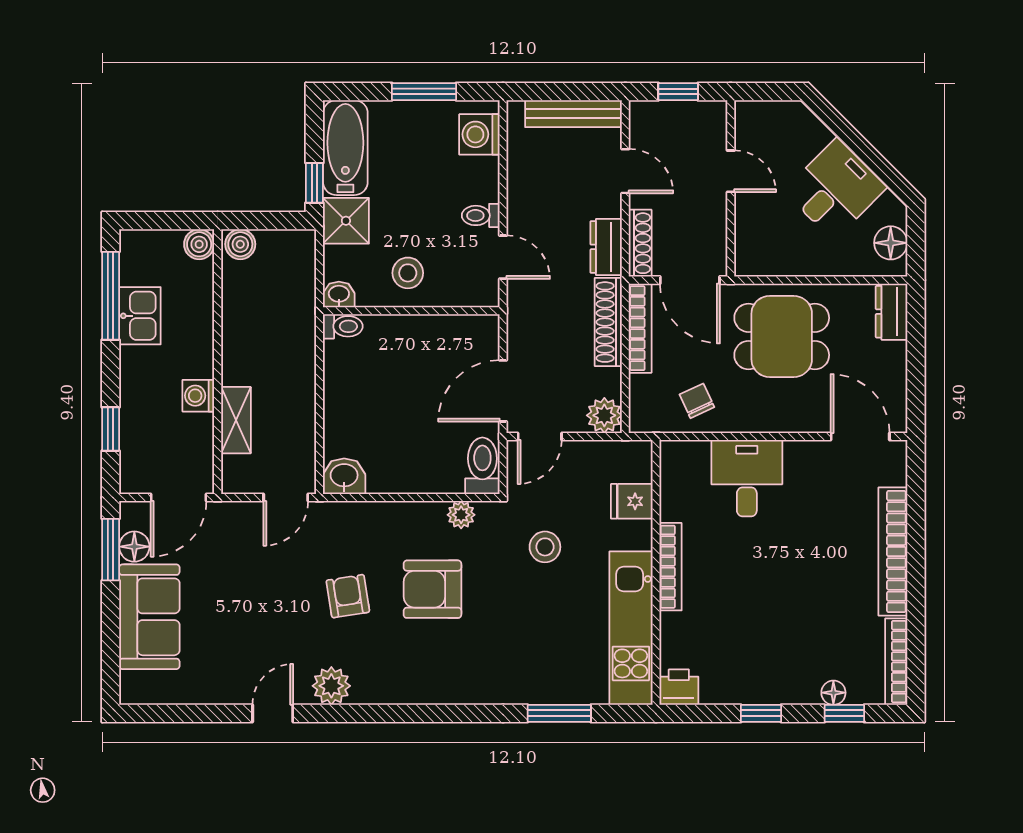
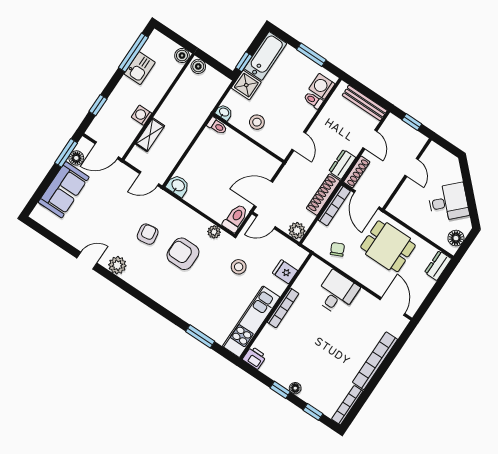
toilet: (481, 215) -> (313, 100), moved
floor lamp: (833, 693) -> (295, 388), moved

